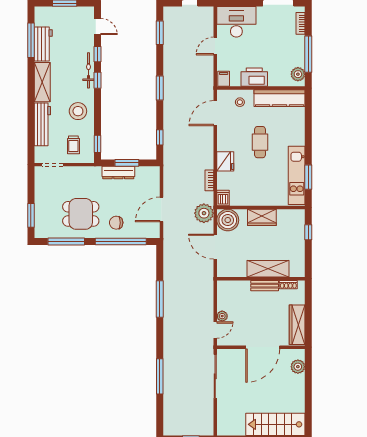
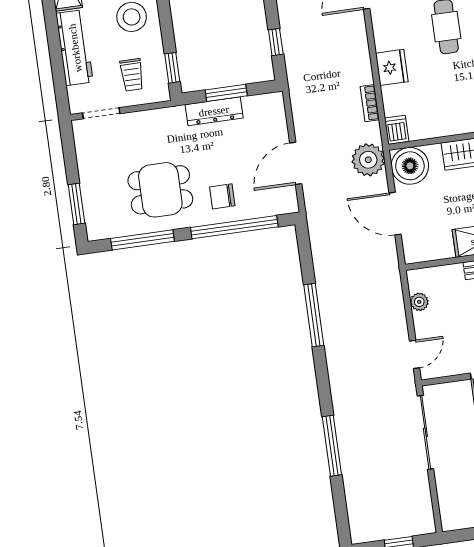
plant: (222, 316) -> (419, 302), moved

